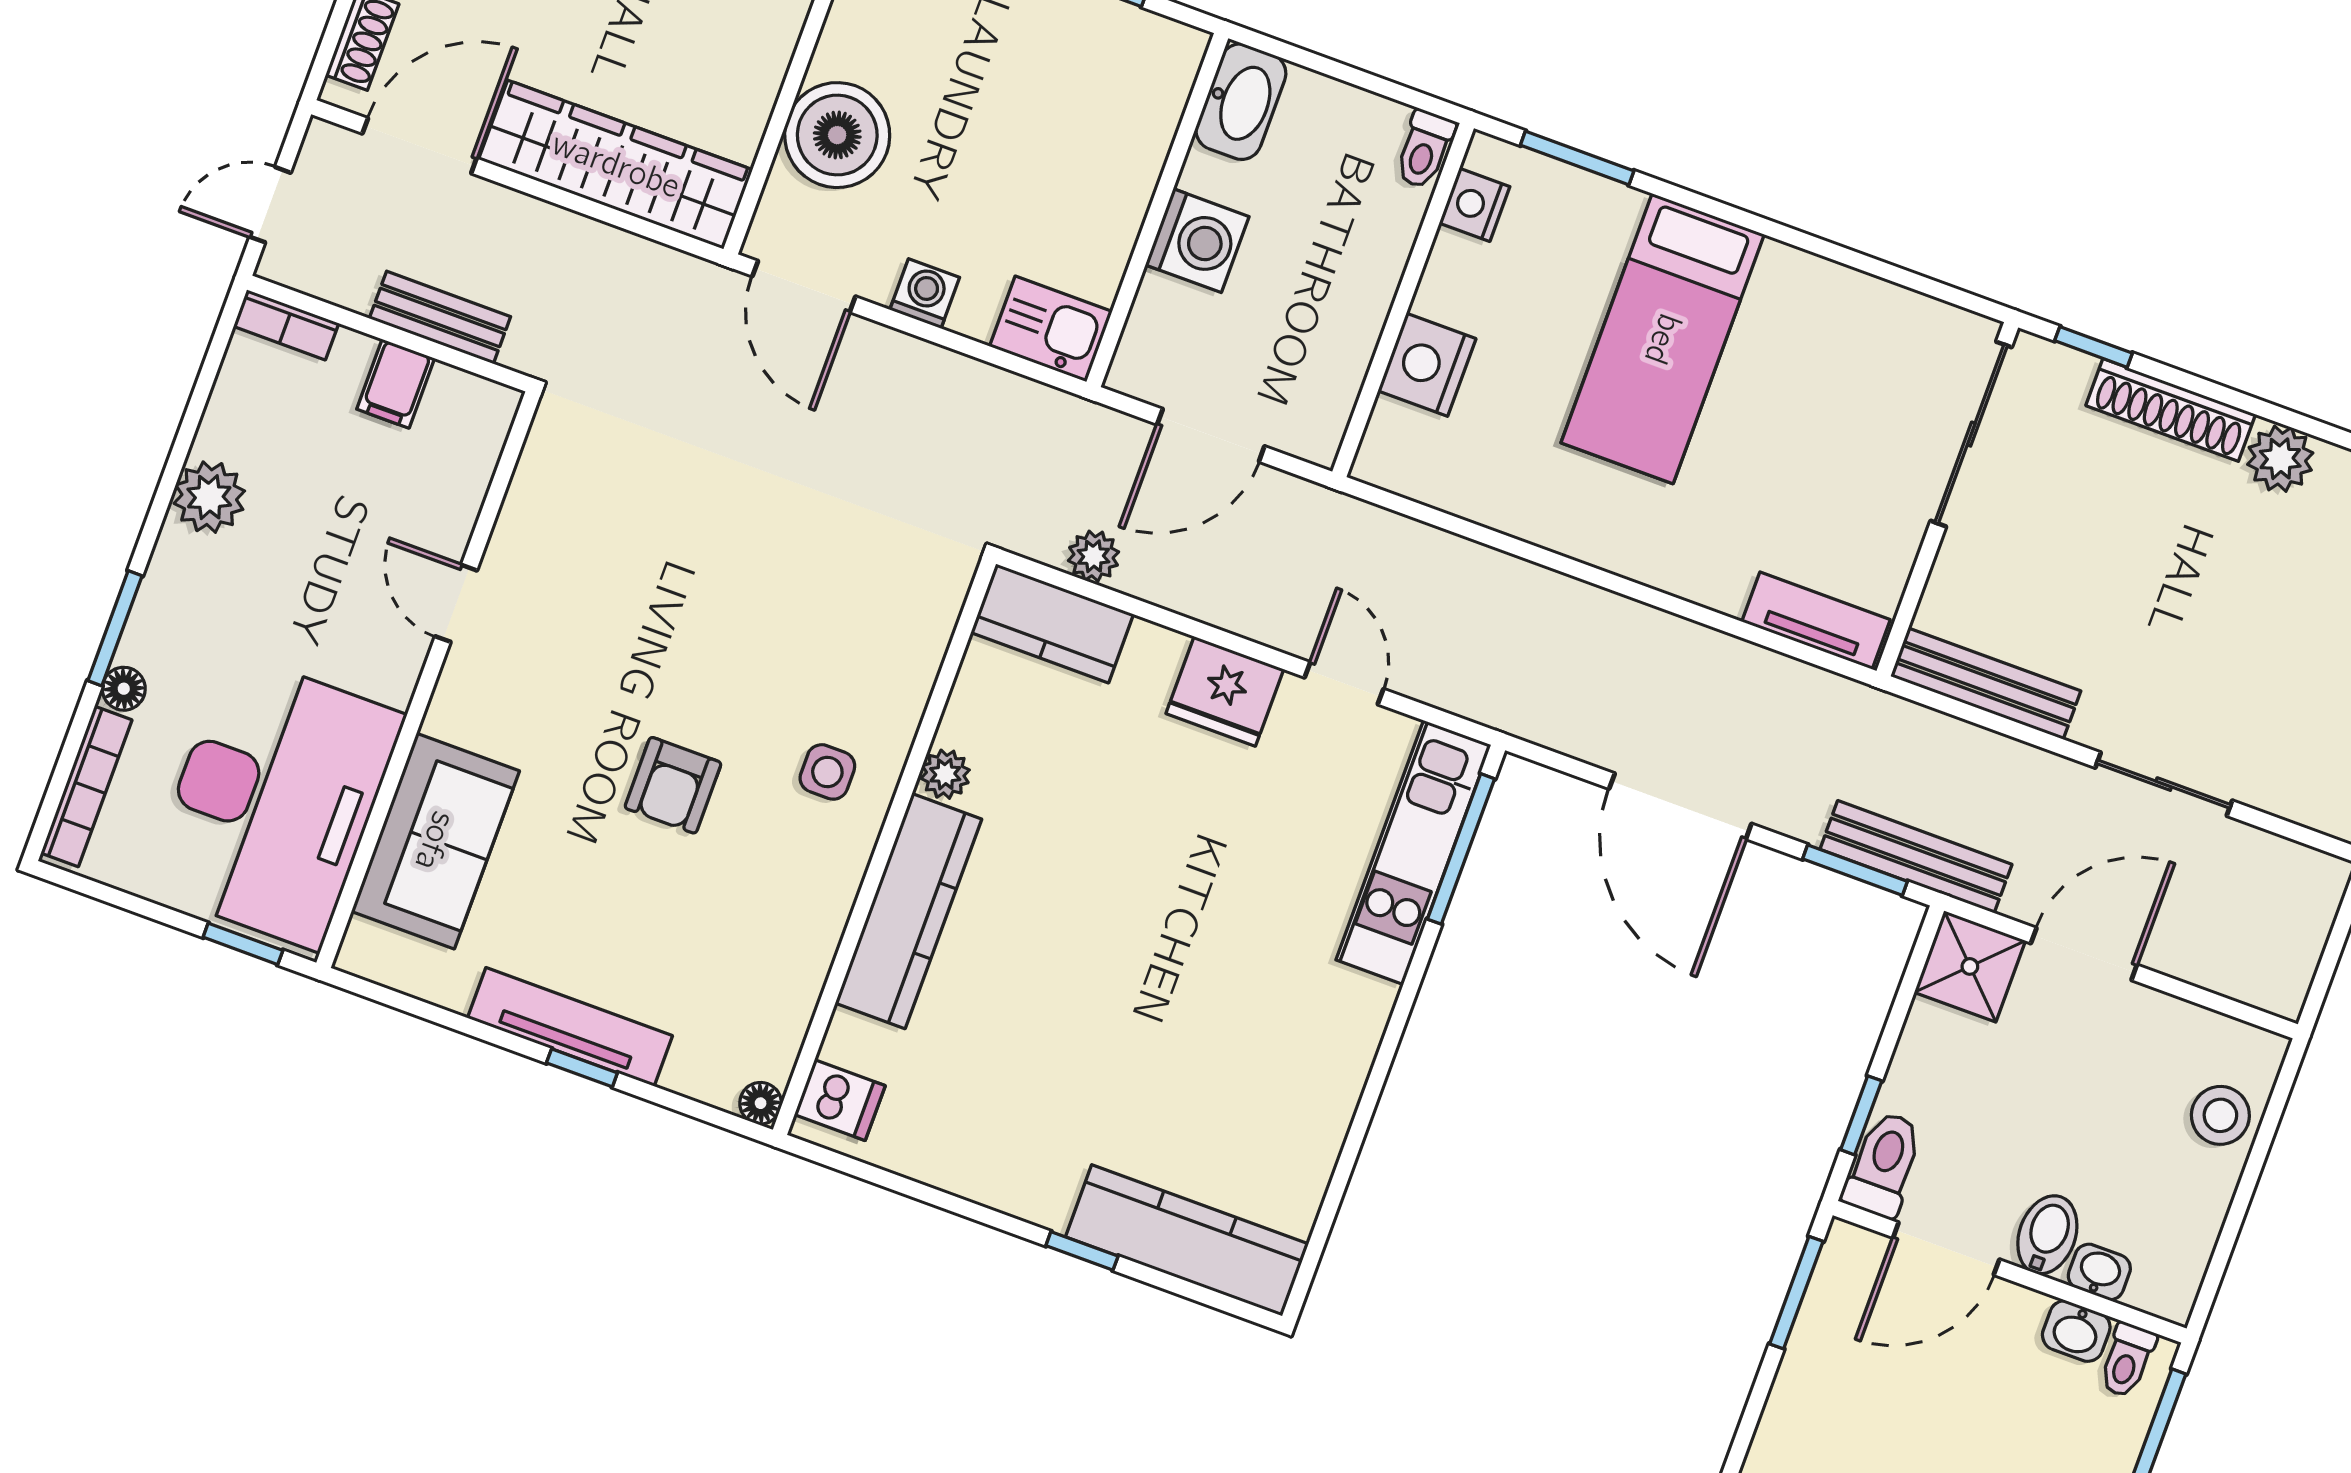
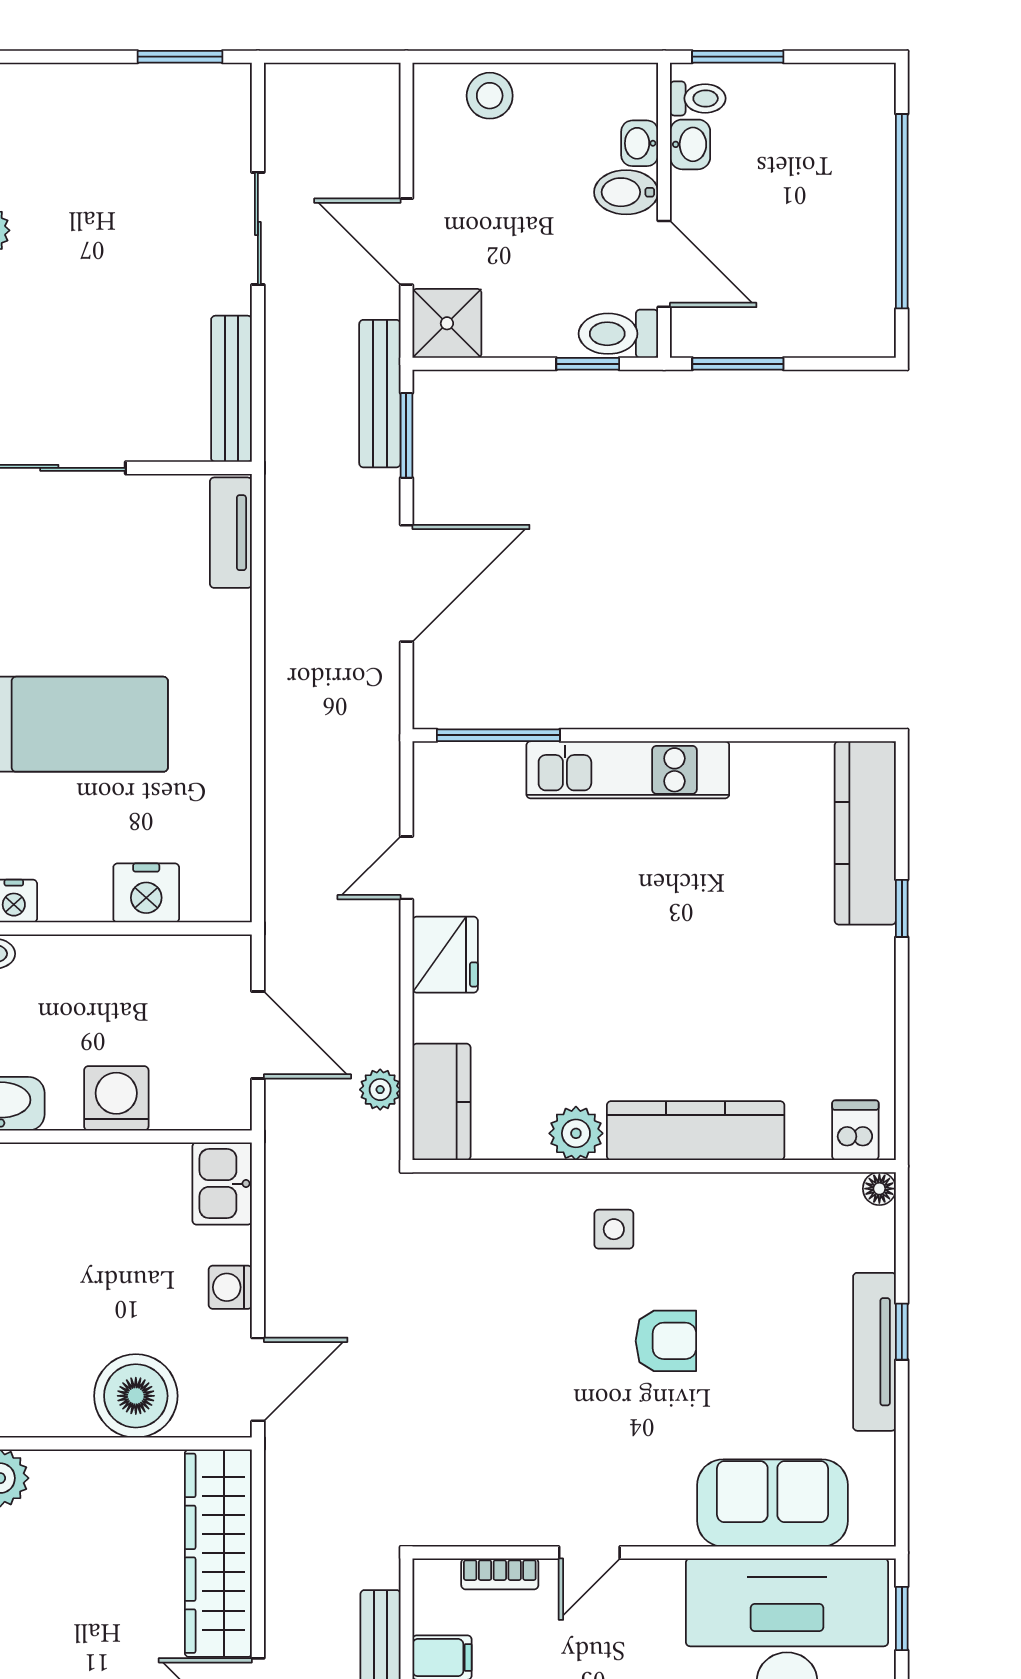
bookcase: (469, 488) -> (500, 1574), added
plant: (945, 774) -> (576, 1133), width x1.38, depth x1.38
kitchen unit: (1413, 852) -> (628, 770), moved

